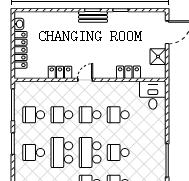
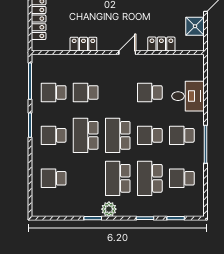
door: (85, 80) -> (127, 53), moved
desk: (153, 95) -> (188, 96), moved, turned 90
school desk: (90, 115) -> (182, 135), moved

